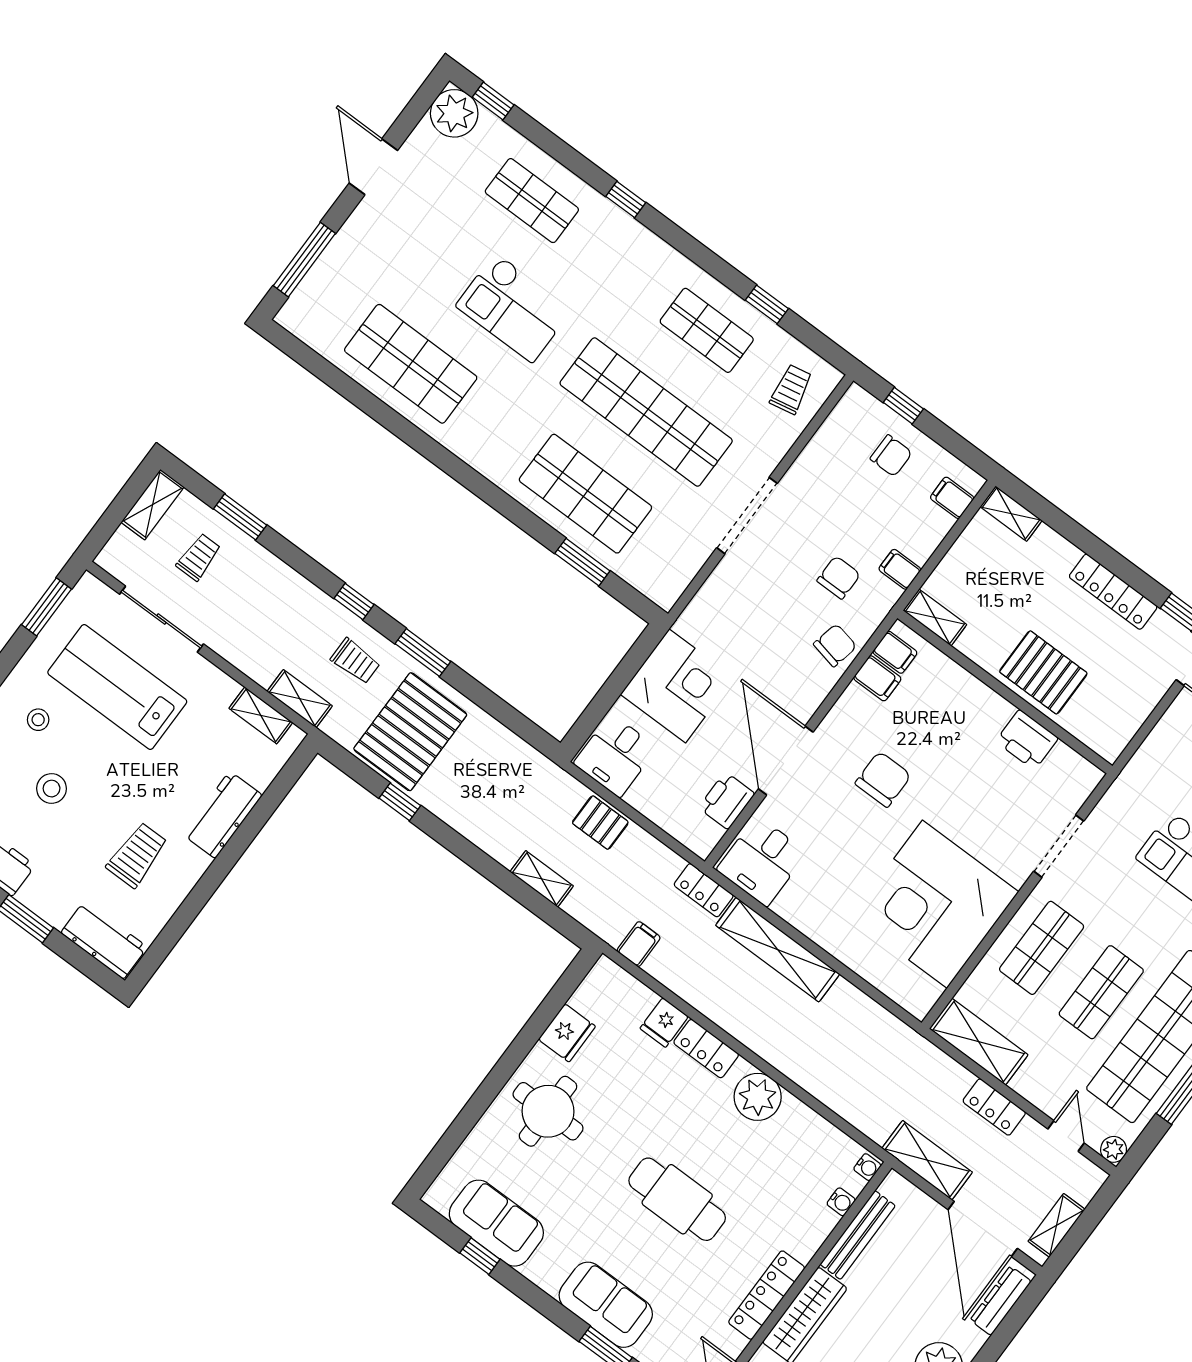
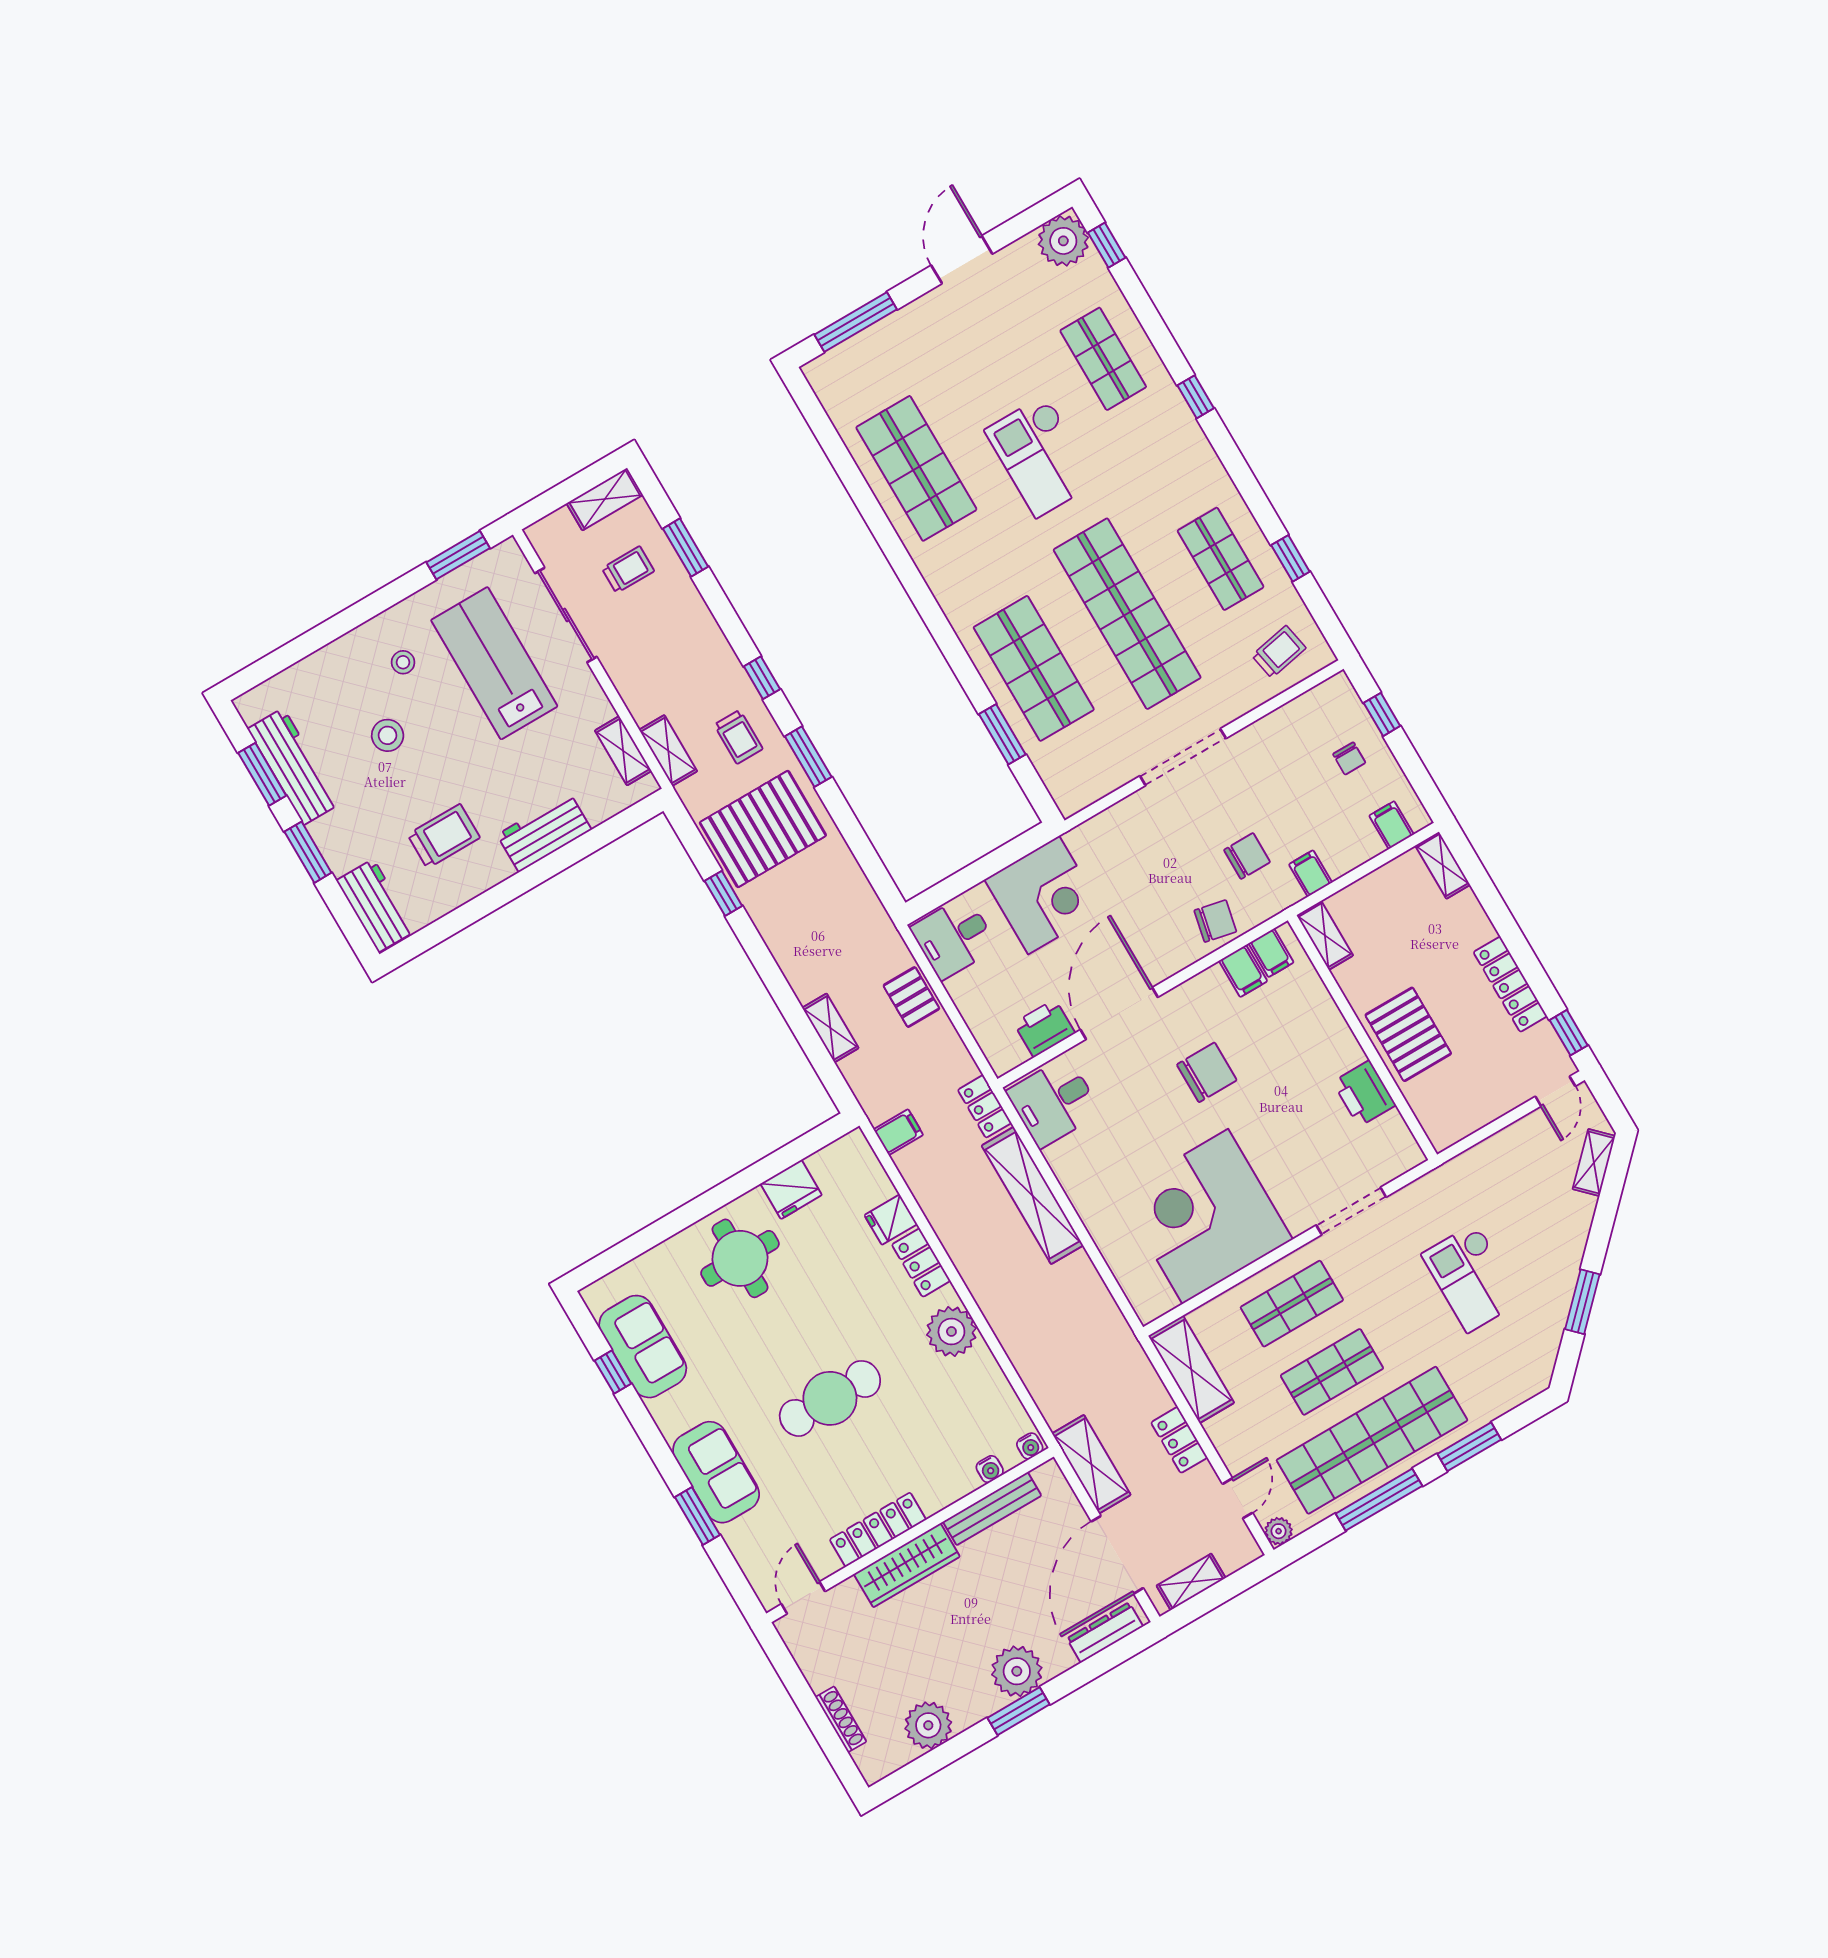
chair: (891, 456) -> (1349, 758), width x0.73, depth x0.73
cafe table: (677, 1199) -> (830, 1398), turned 90

